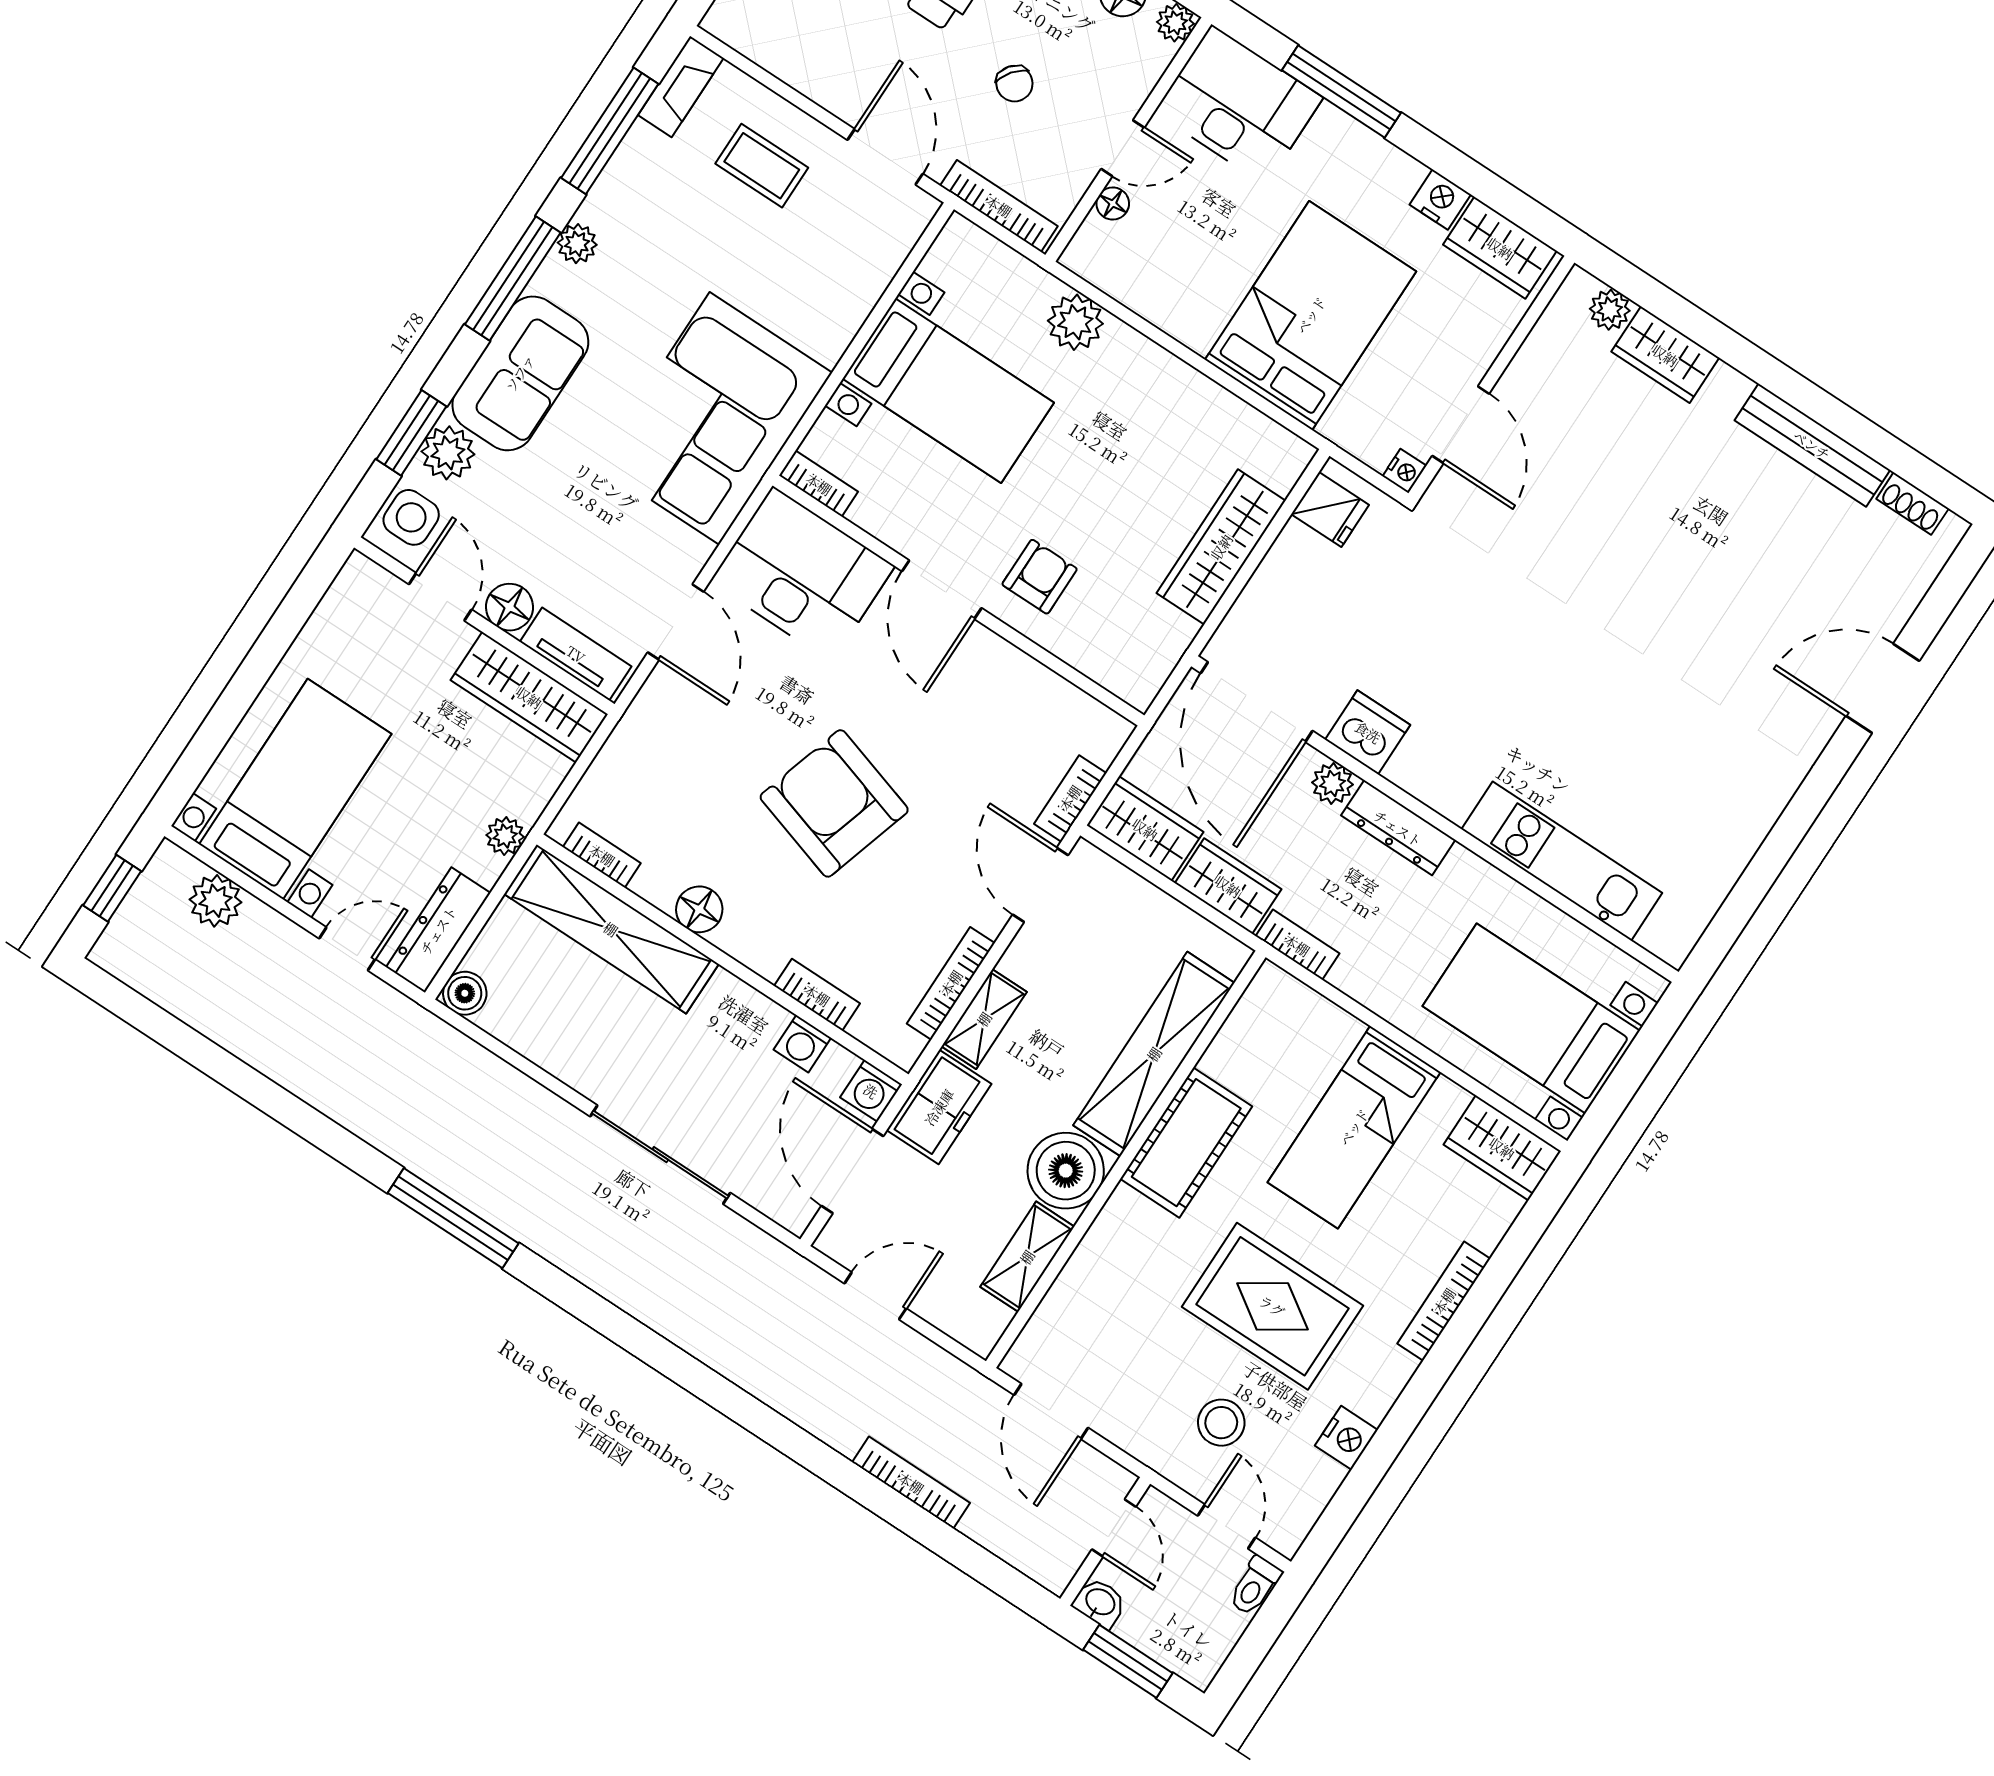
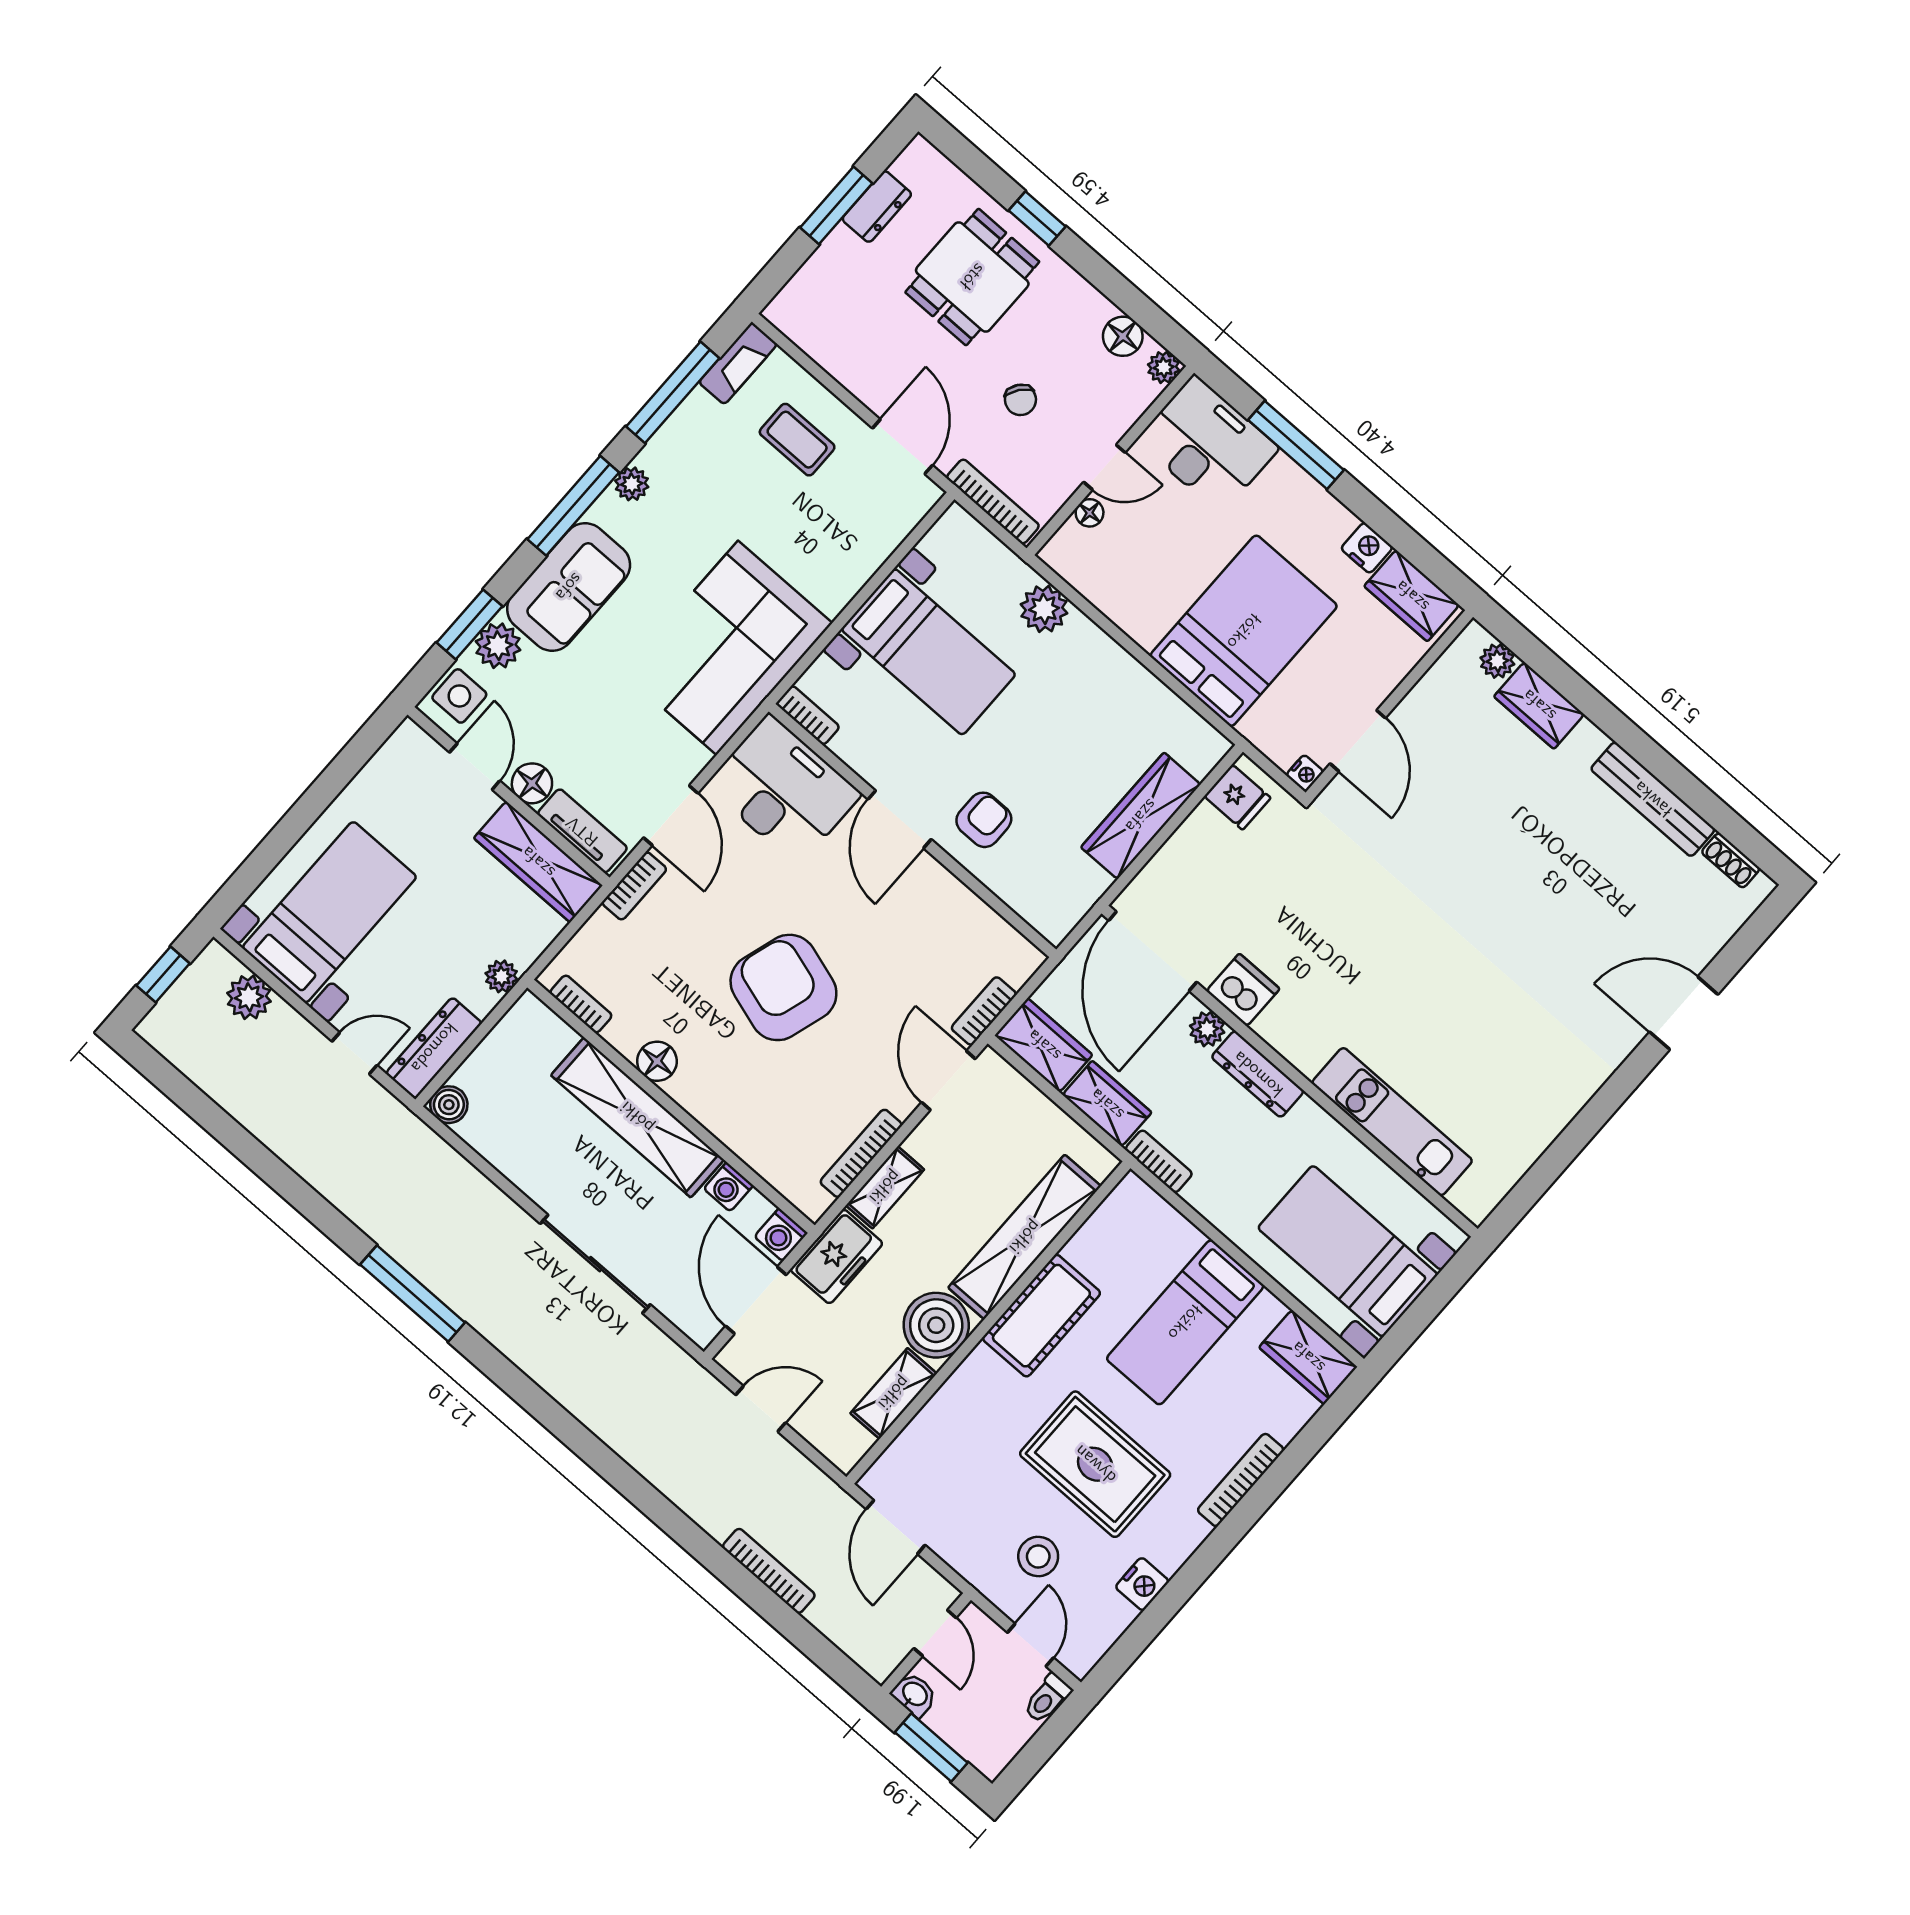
shelving: (611, 929) -> (637, 1117), moved
bookcase: (817, 995) -> (634, 886), moved, turned 90

